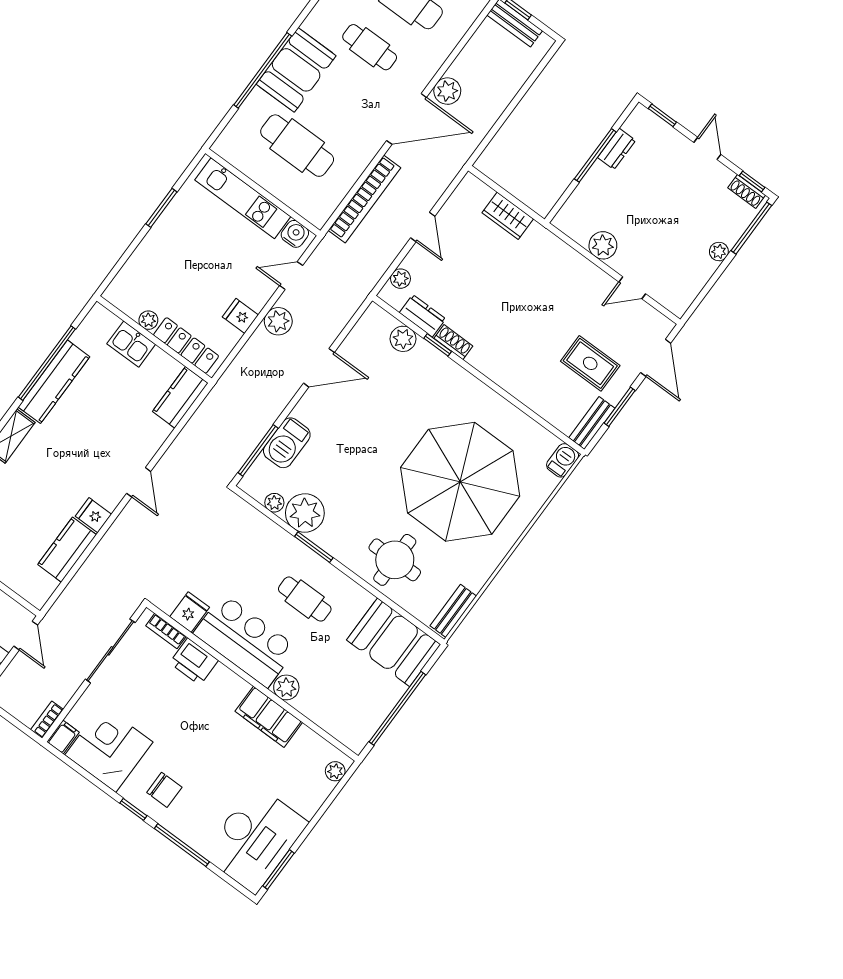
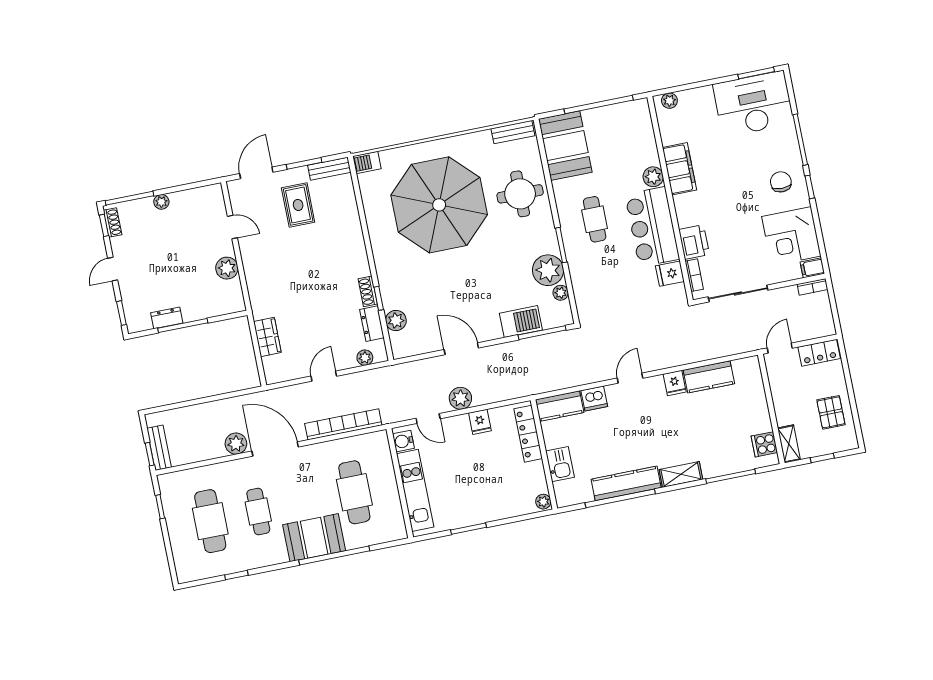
plant: (148, 320) -> (543, 502), moved
dishwasher: (155, 433) -> (594, 399), added

